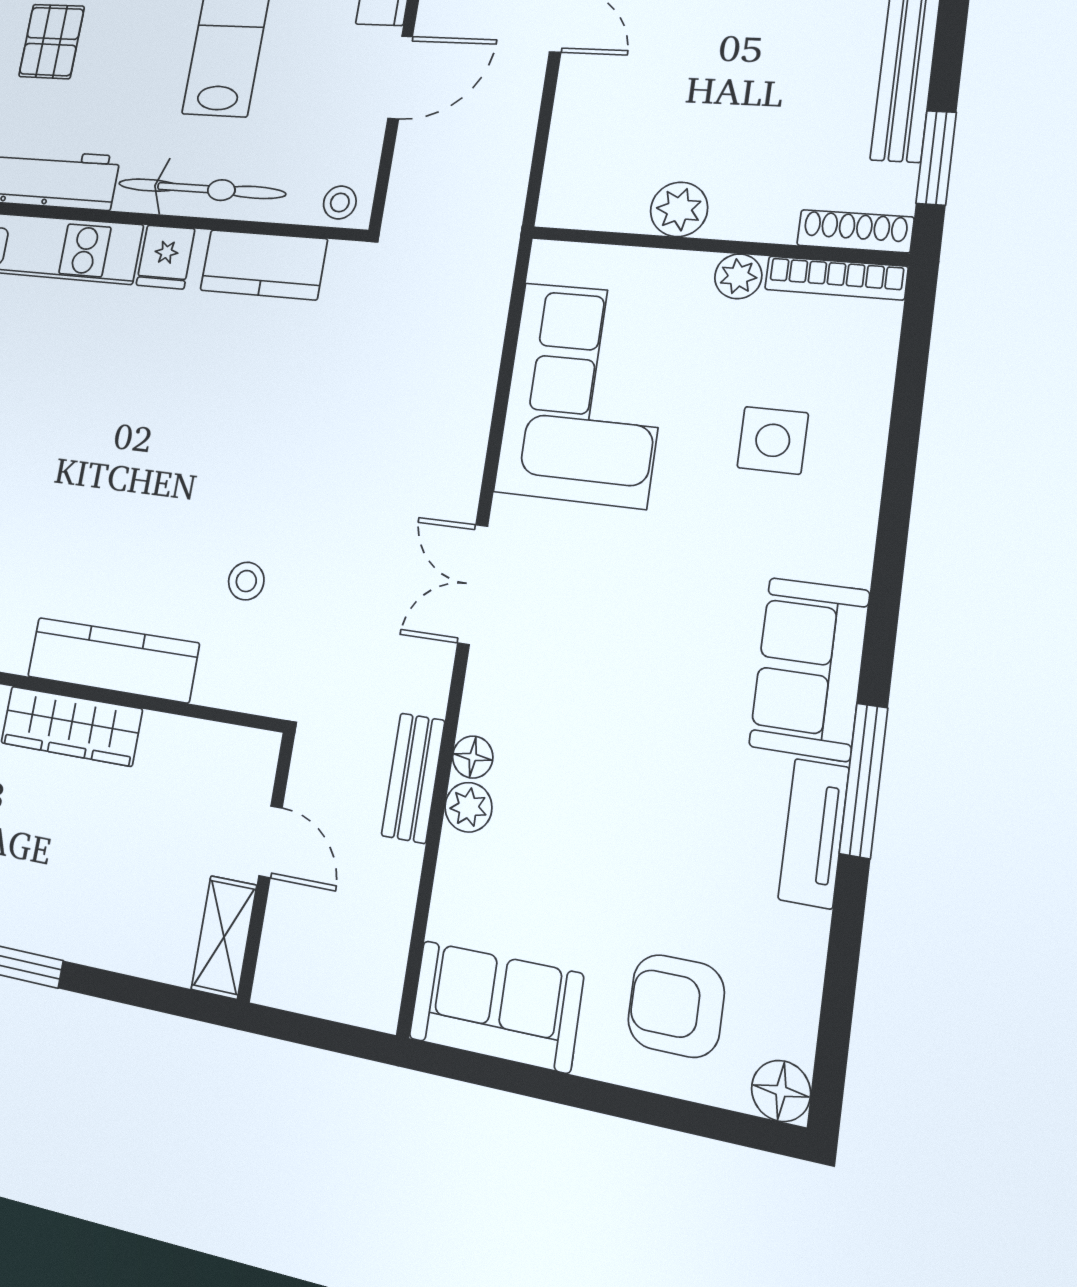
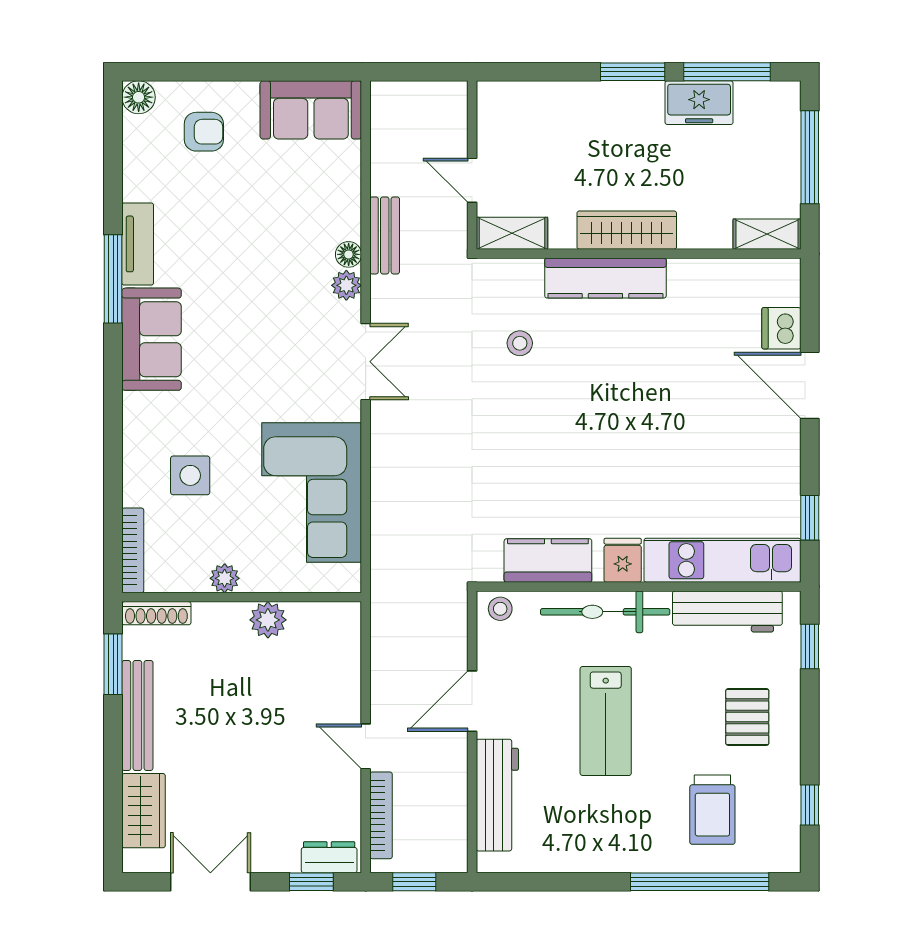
bookcase: (836, 278) -> (133, 550), moved, turned 90
plant: (468, 807) -> (346, 285), moved
shelving: (224, 937) -> (512, 233), moved, turned 90
armchair: (676, 1006) -> (204, 132), width x0.72, depth x0.72

